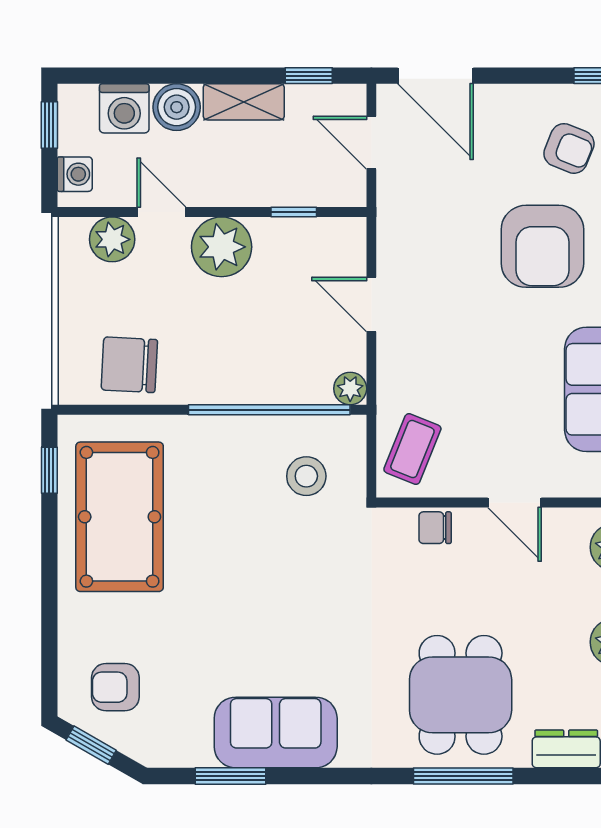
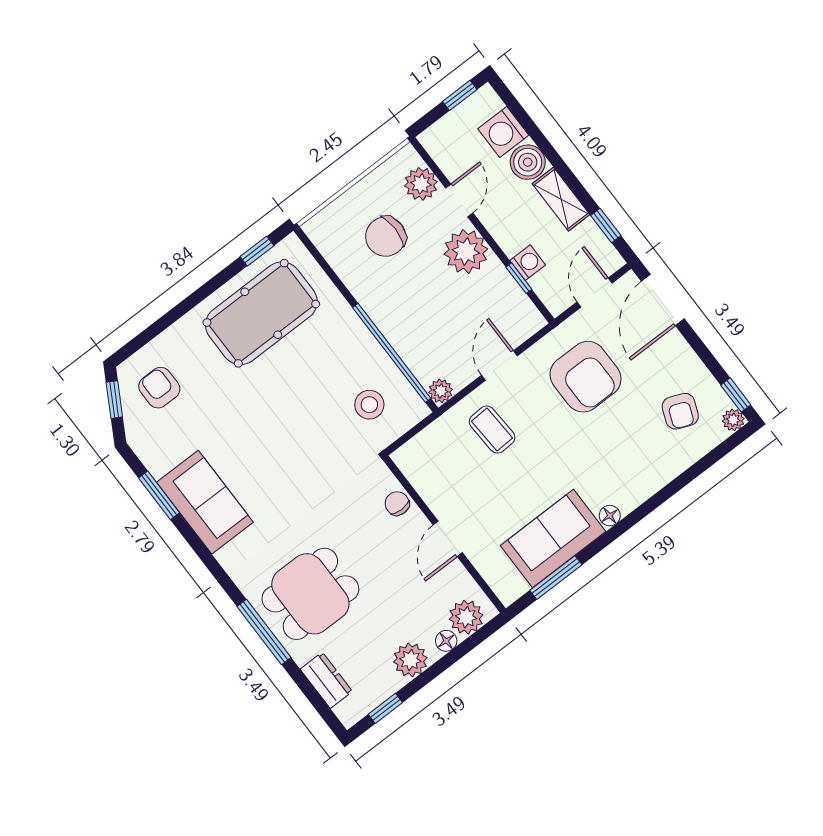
washing machine: (75, 174) -> (528, 263), moved, turned -90
armchair: (542, 246) -> (585, 377), moved, turned -90
chair: (129, 365) -> (386, 237), moved, turned -93
coffee table: (412, 449) -> (492, 430), moved, turned 65

